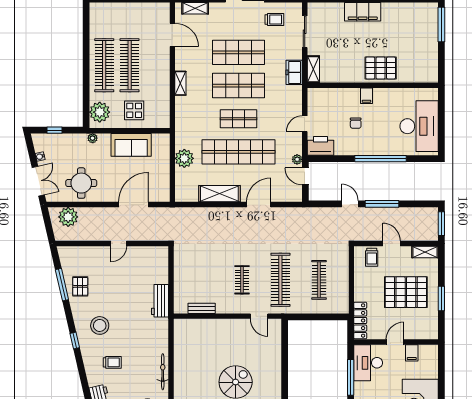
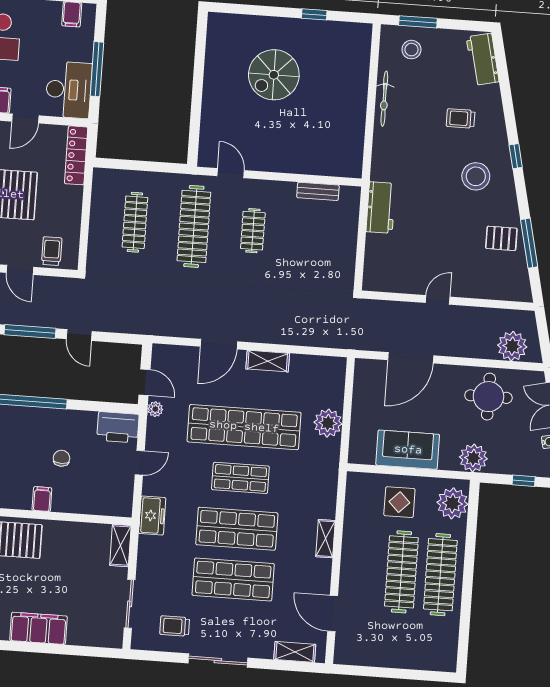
freezer: (294, 72) -> (152, 516), moved
plant: (93, 138) -> (473, 458), width x1.88, depth x1.88
shelving: (219, 194) -> (268, 361), width x0.67, depth x0.75
pallet: (80, 286) -> (501, 238), turned 90

